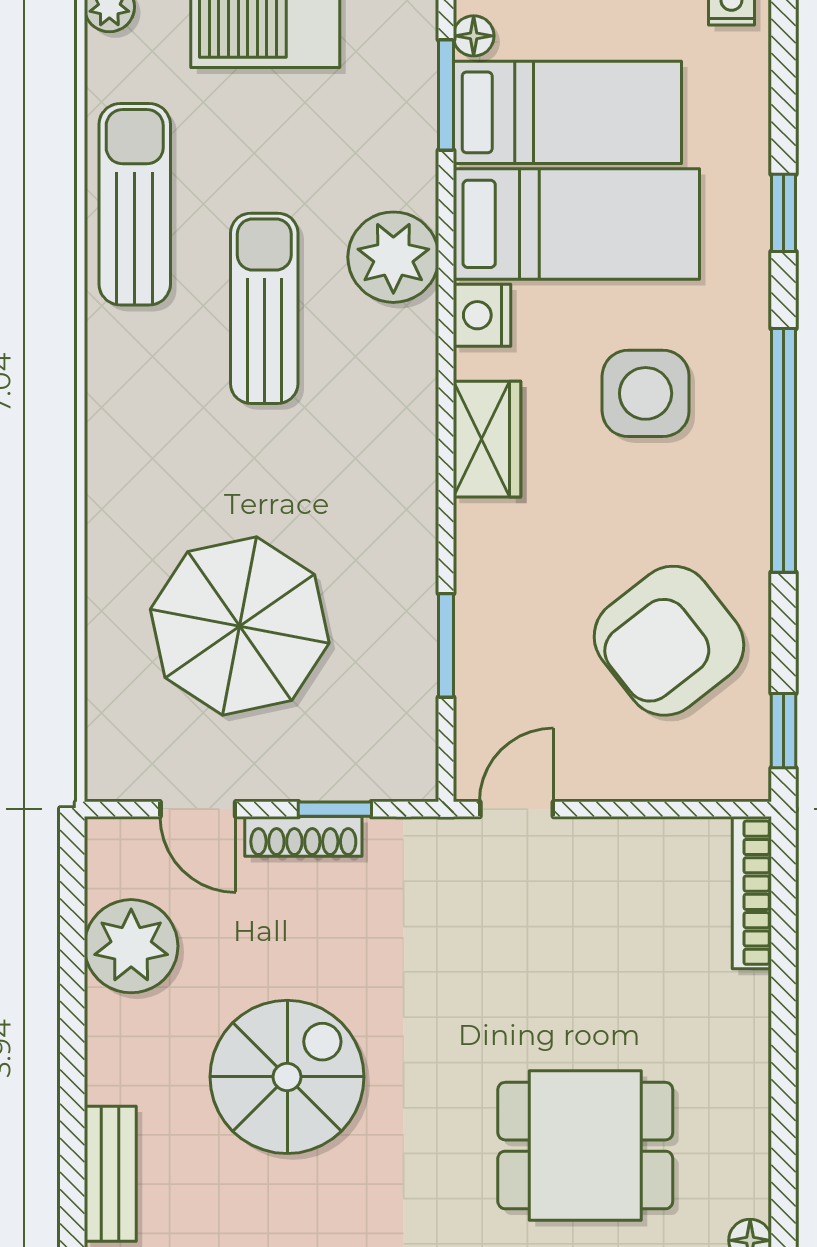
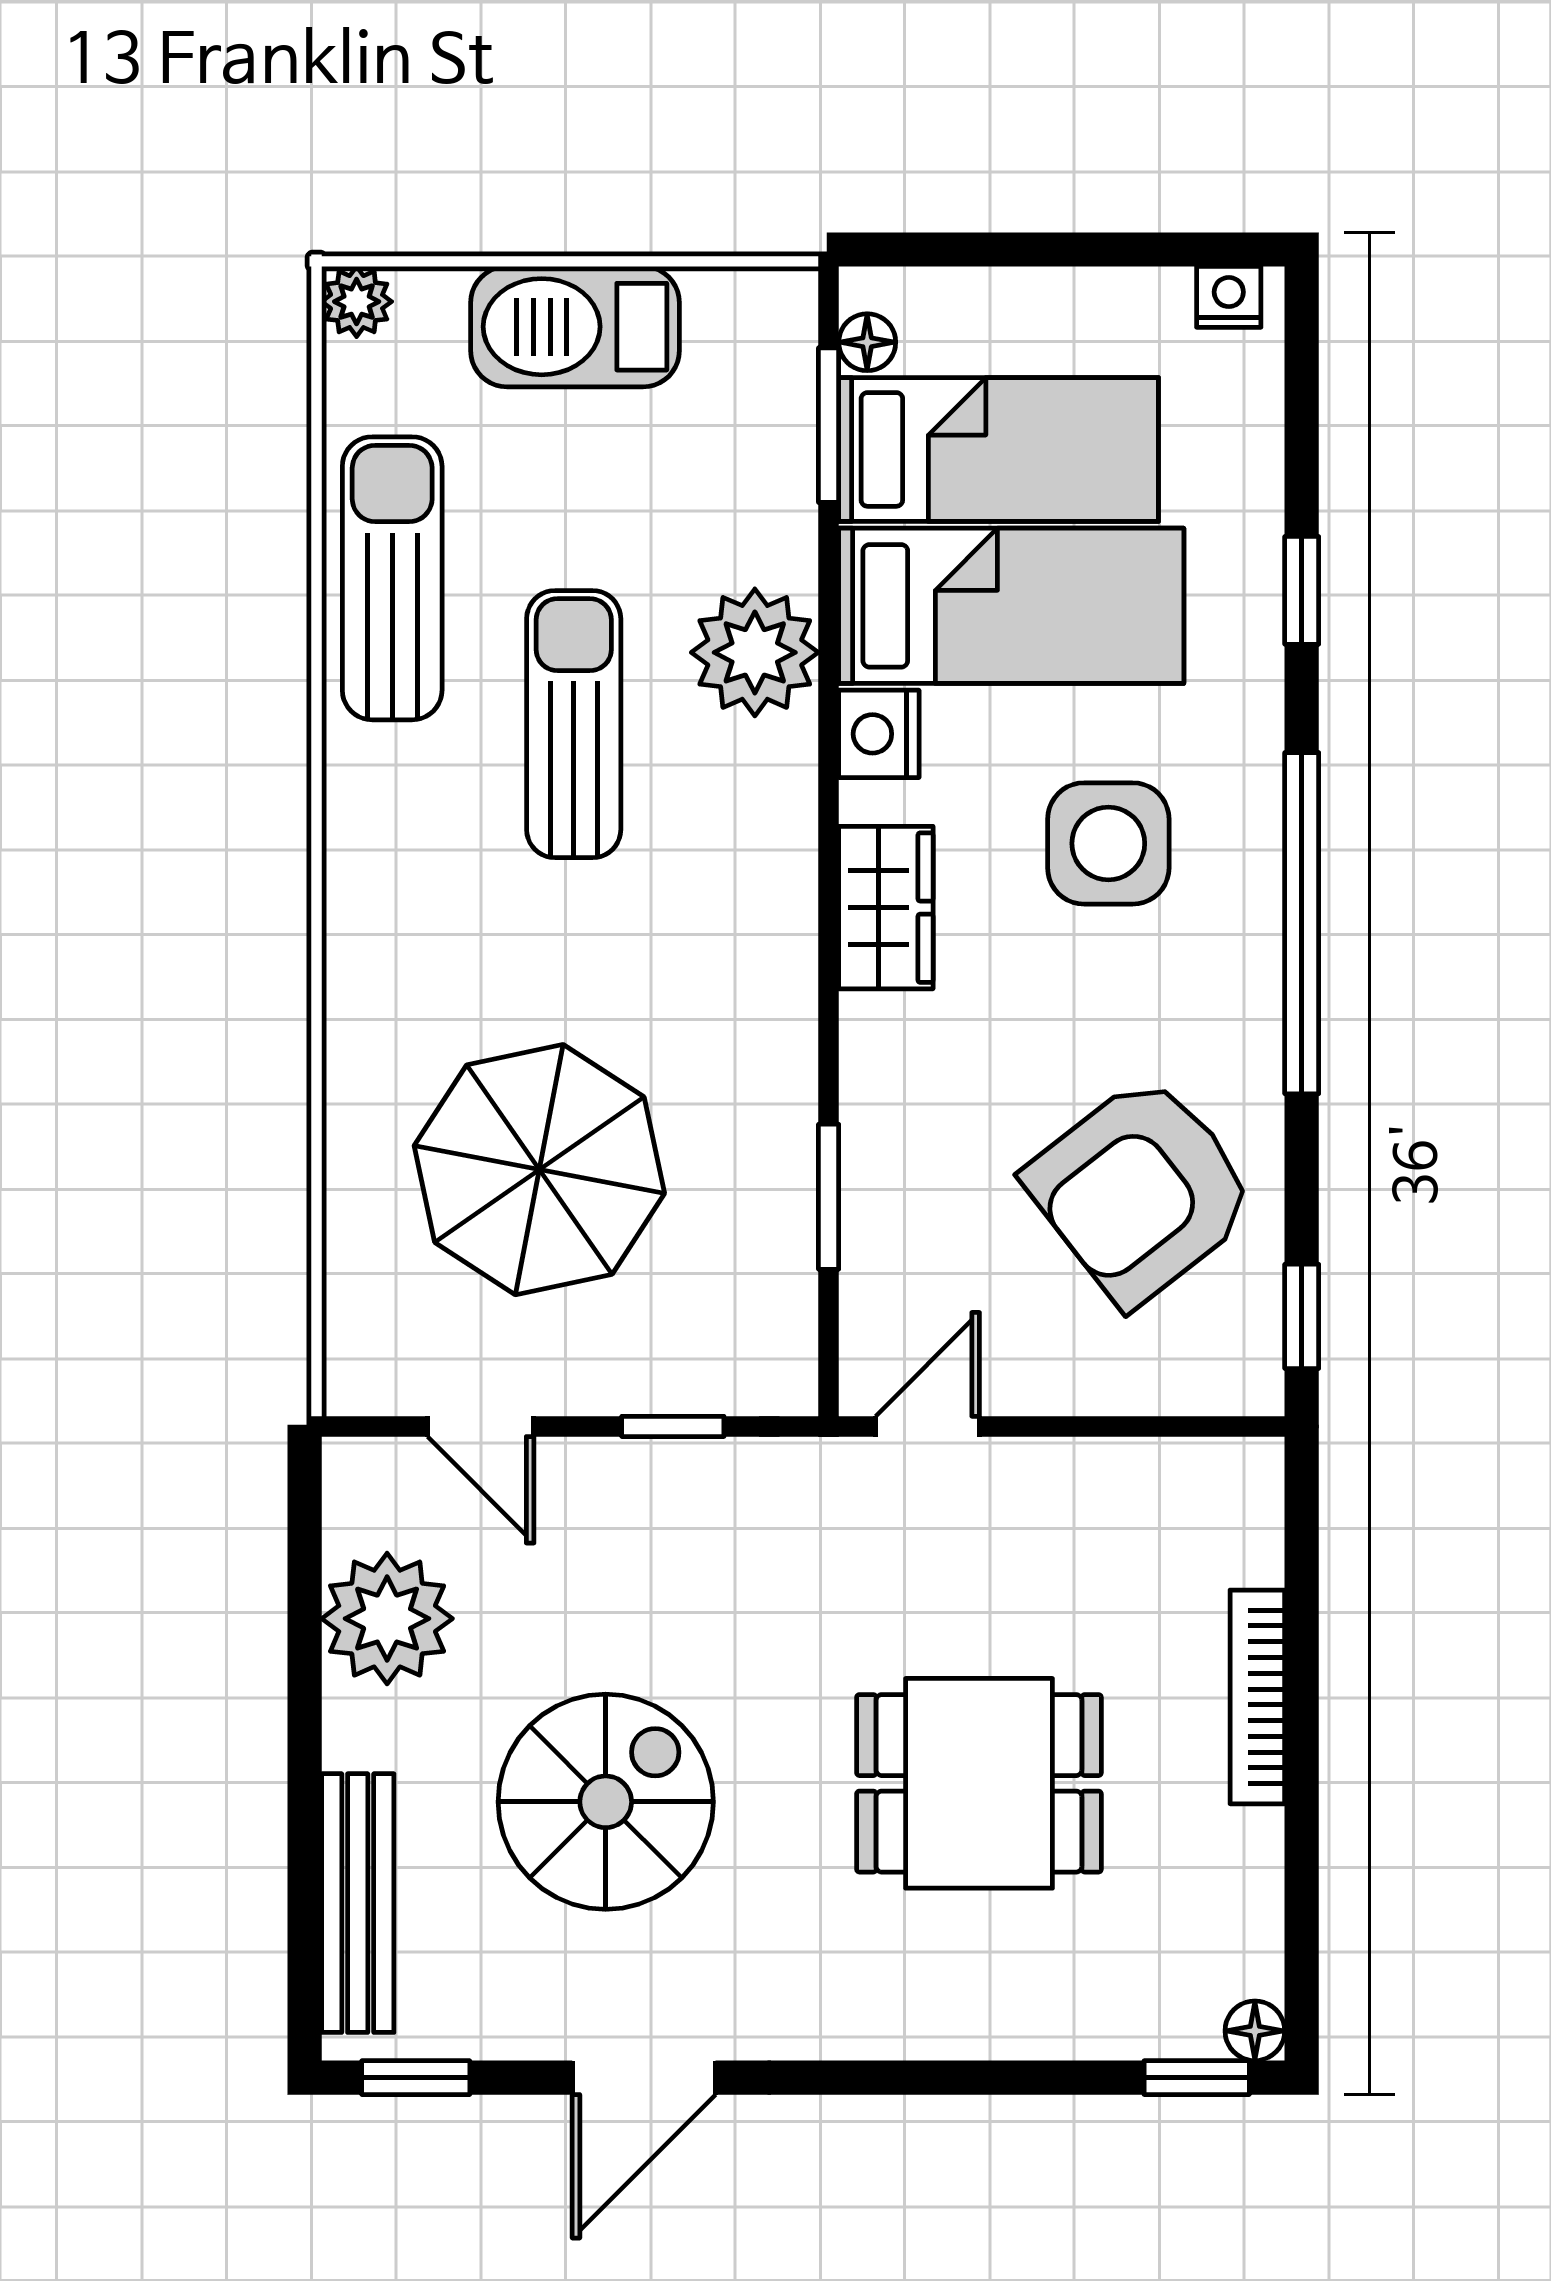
shoe rack: (303, 836) -> (629, 1465), removed
bookcase: (752, 893) -> (1257, 1697), moved
dining table: (585, 1146) -> (979, 1783), moved
bench: (110, 1174) -> (358, 1903), width x1.36

